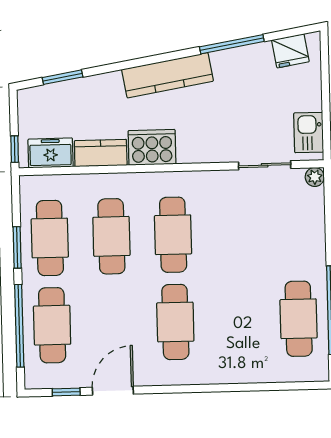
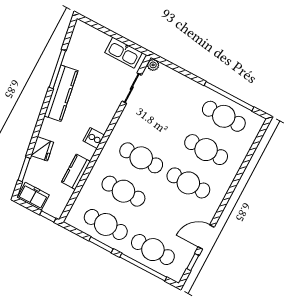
fridge: (290, 51) -> (42, 149), moved
kitchen counter: (168, 75) -> (61, 93), moved
kitchen sink: (309, 132) -> (124, 53), width x1.38
cooker: (152, 147) -> (94, 138), width x0.53, depth x0.76
freezer: (51, 153) -> (33, 196), moved, turned 90
cafe table: (237, 320) -> (206, 150), added
door: (113, 391) -> (206, 237), hinge flipped

